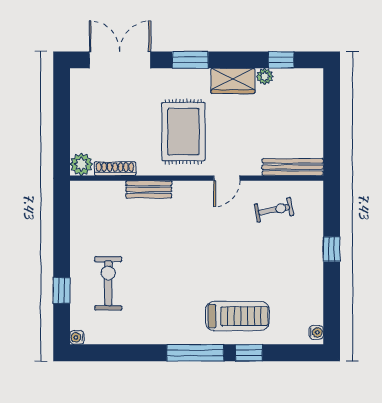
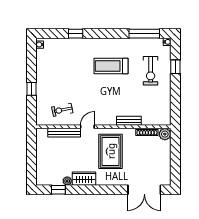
window: (190, 60) -> (107, 190), removed
bench: (293, 167) -> (64, 133), moved
treadmill: (237, 316) -> (111, 66), moved
window: (195, 353) -> (144, 34), moved

